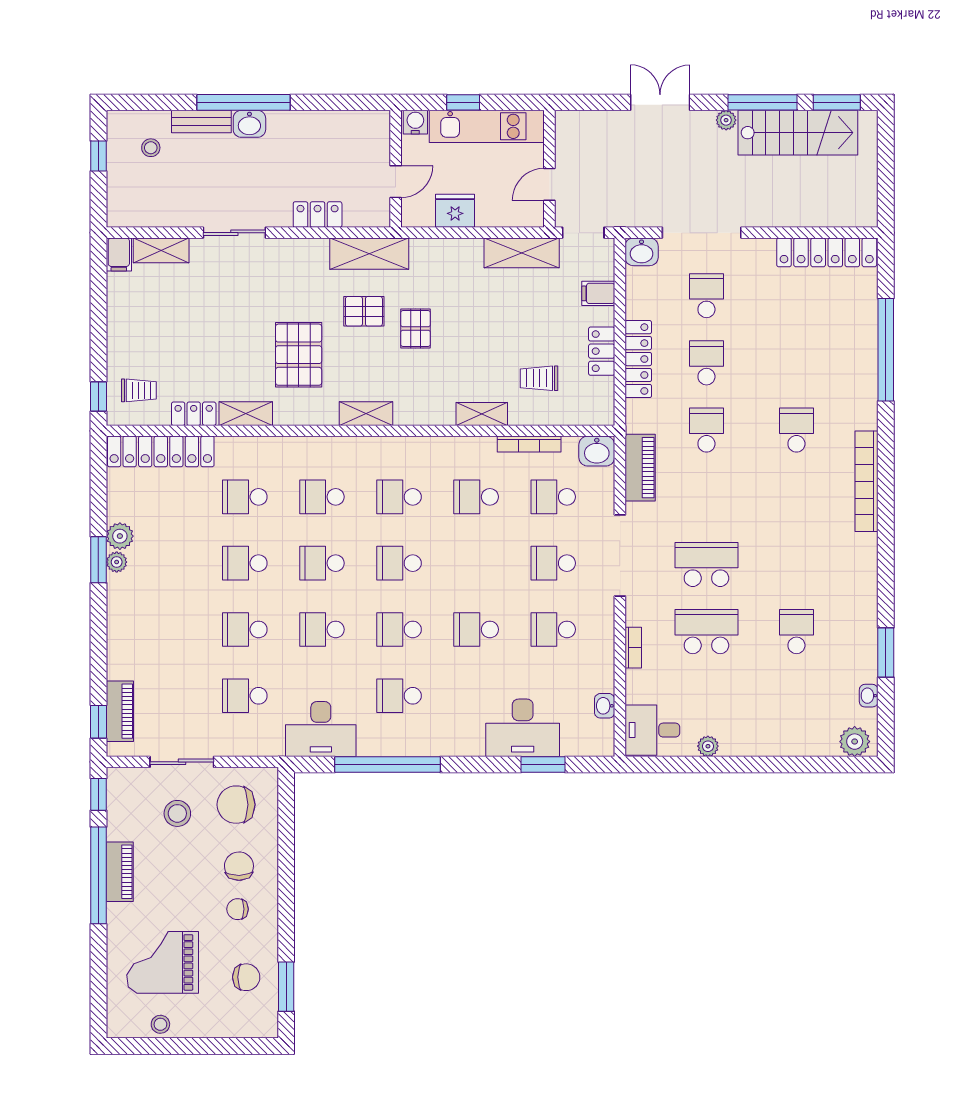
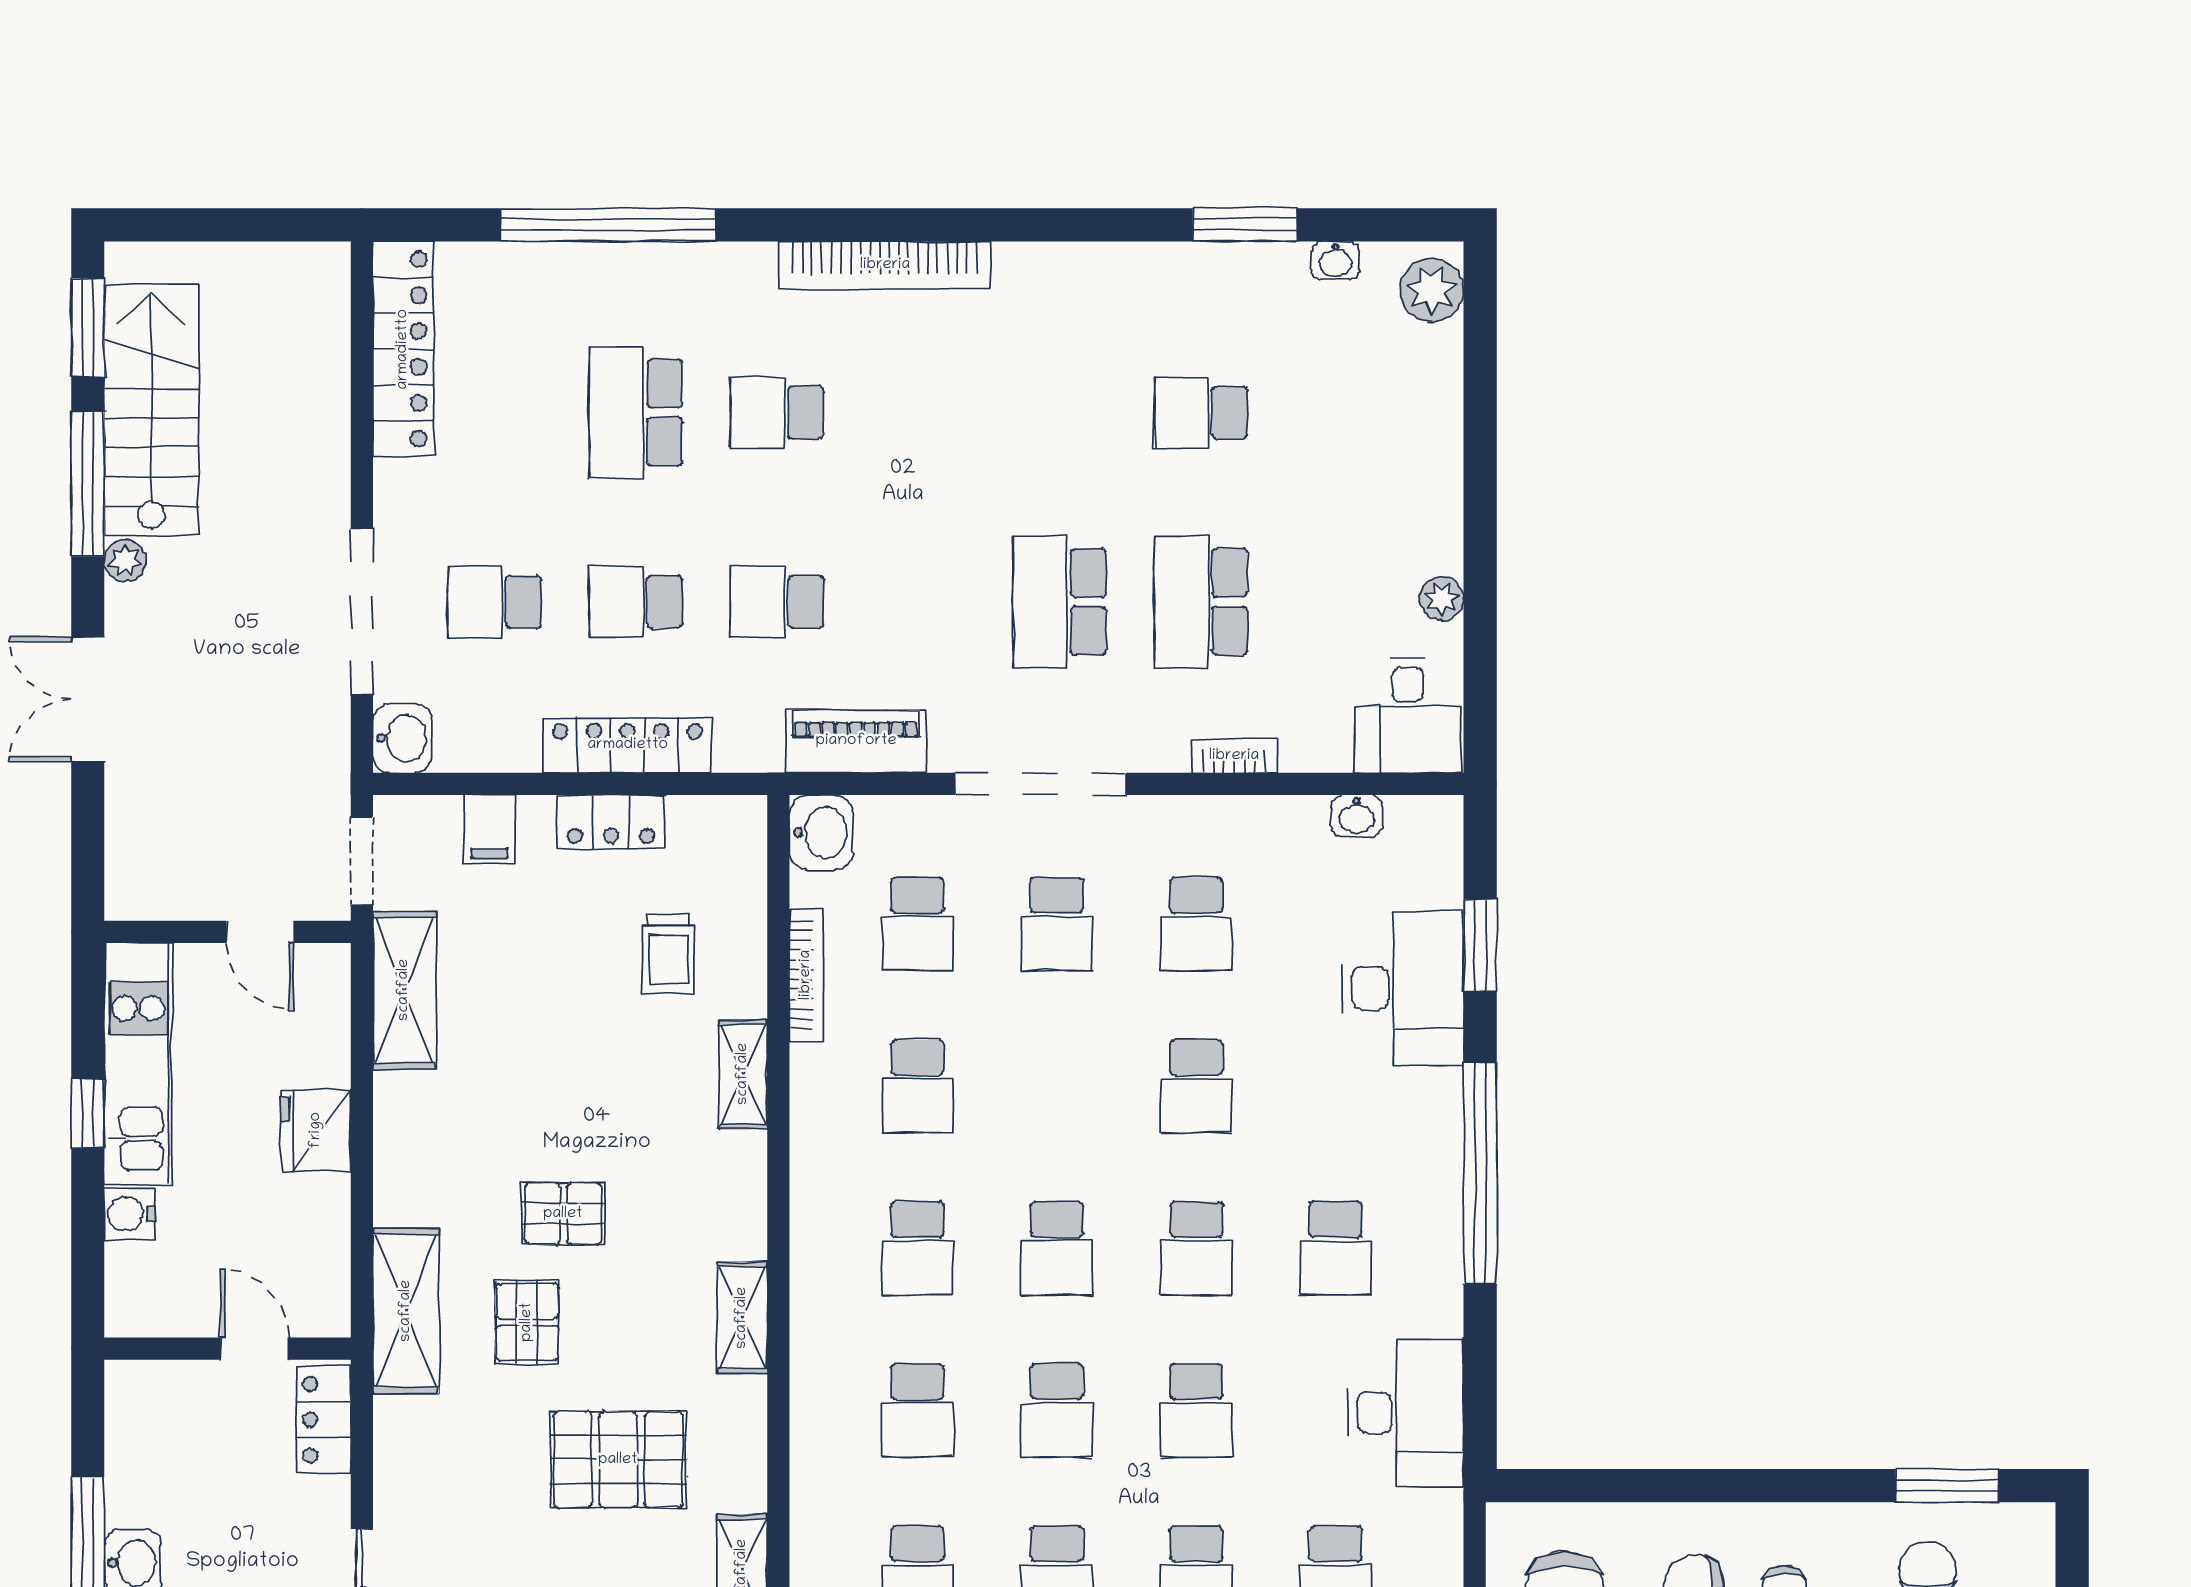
wall: (396, 169) -> (228, 1349), moved
door: (396, 182) -> (254, 1349), moved
school desk: (796, 363) -> (636, 412), added
window: (387, 764) -> (1480, 1173), moved

